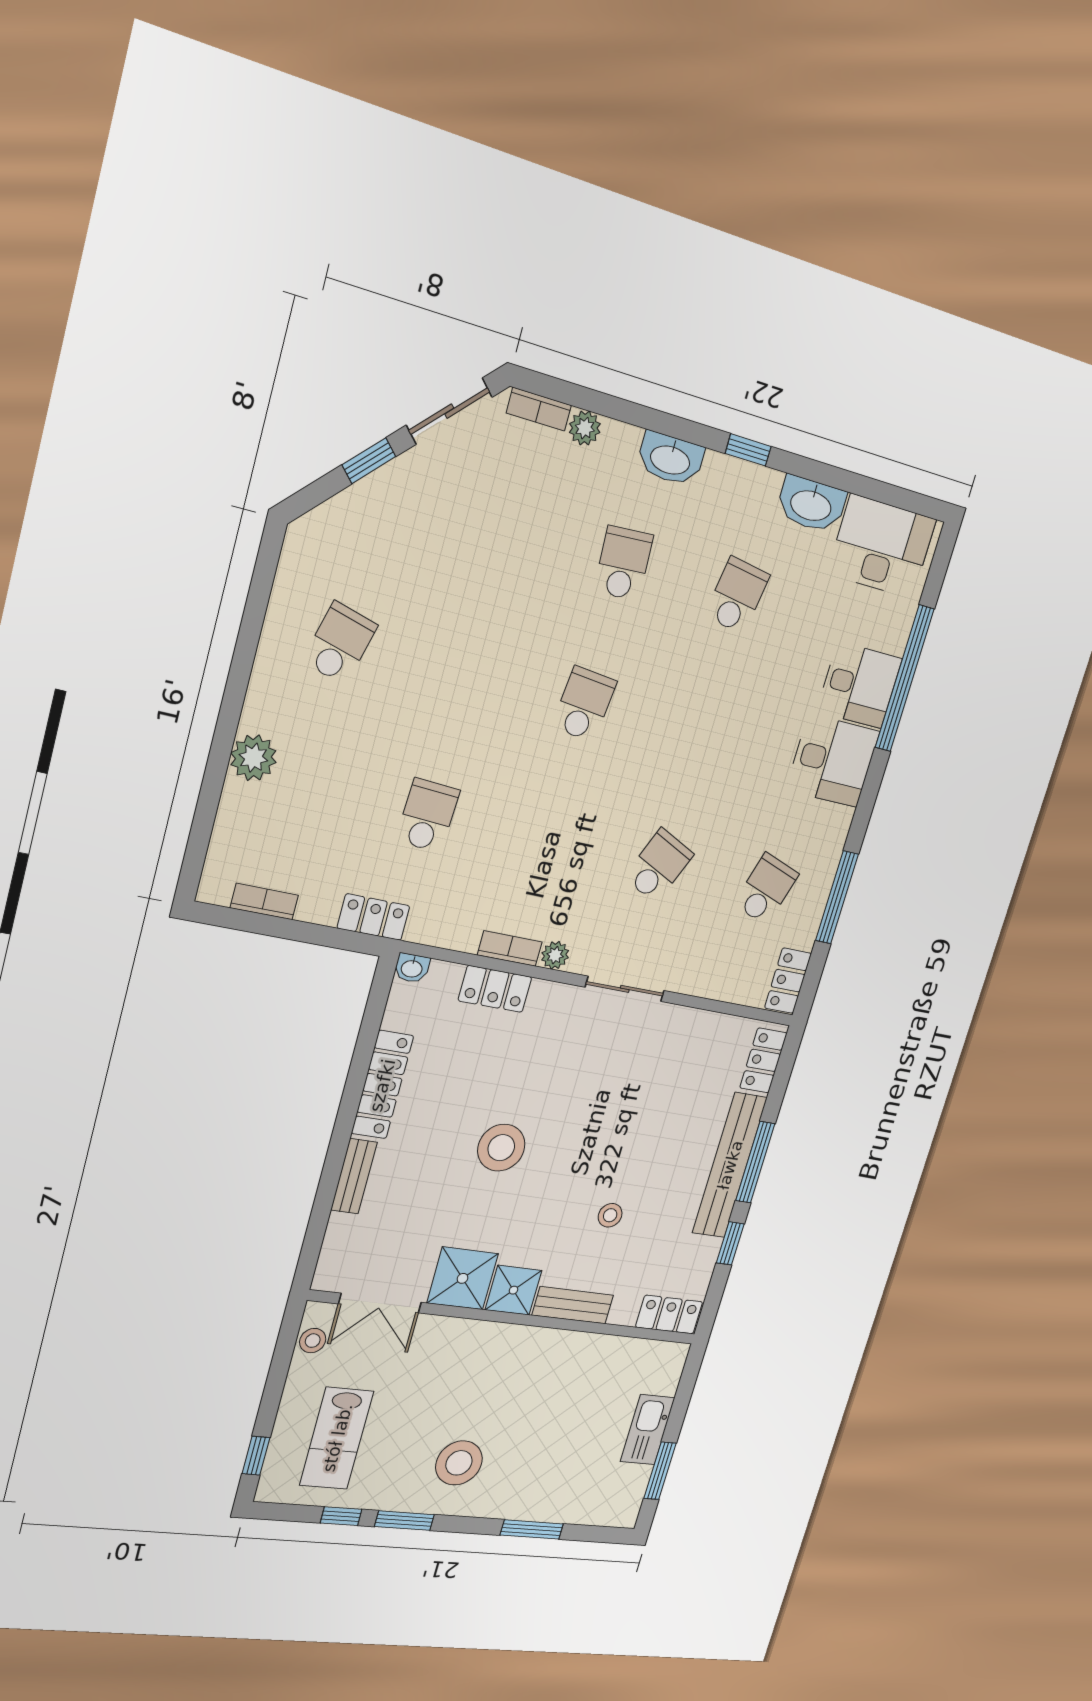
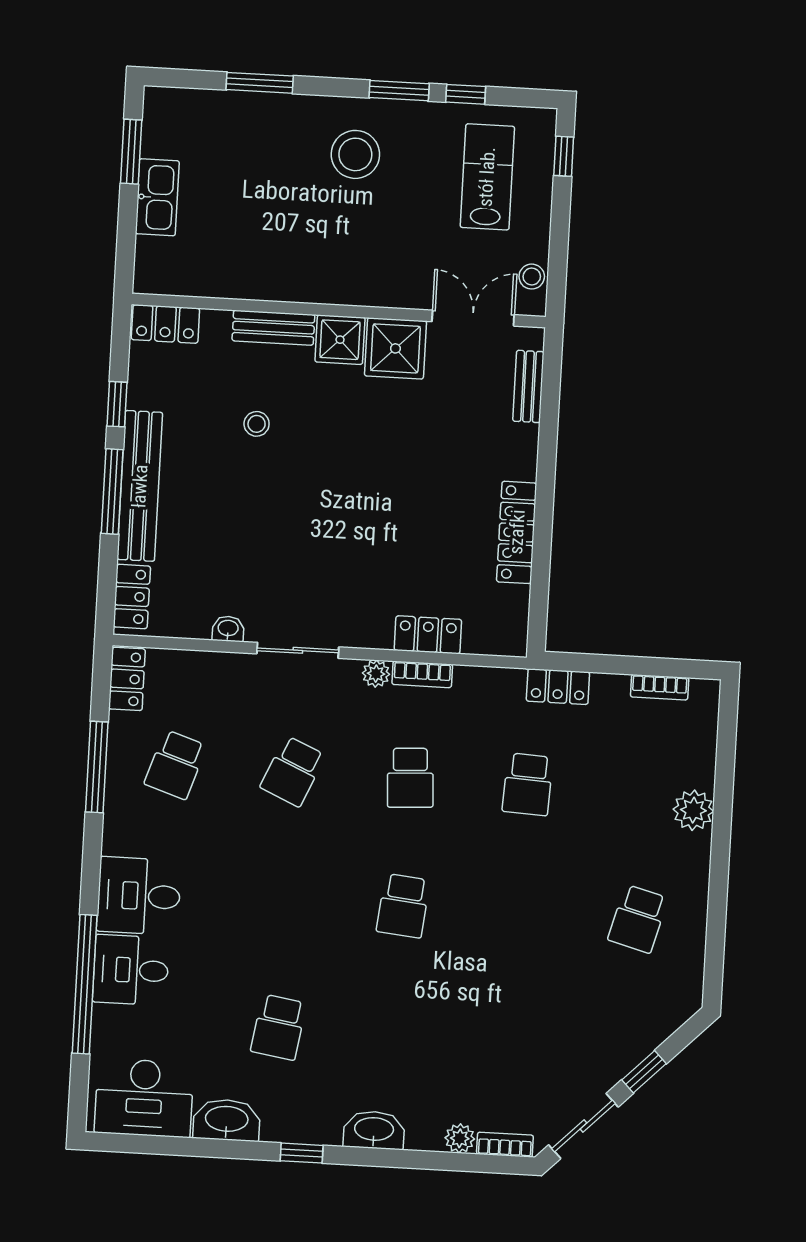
school desk: (623, 563) -> (410, 778), moved
washbasin: (412, 968) -> (228, 629), moved
stool: (501, 1148) -> (386, 483), removed
bench: (354, 1176) -> (528, 386), moved

